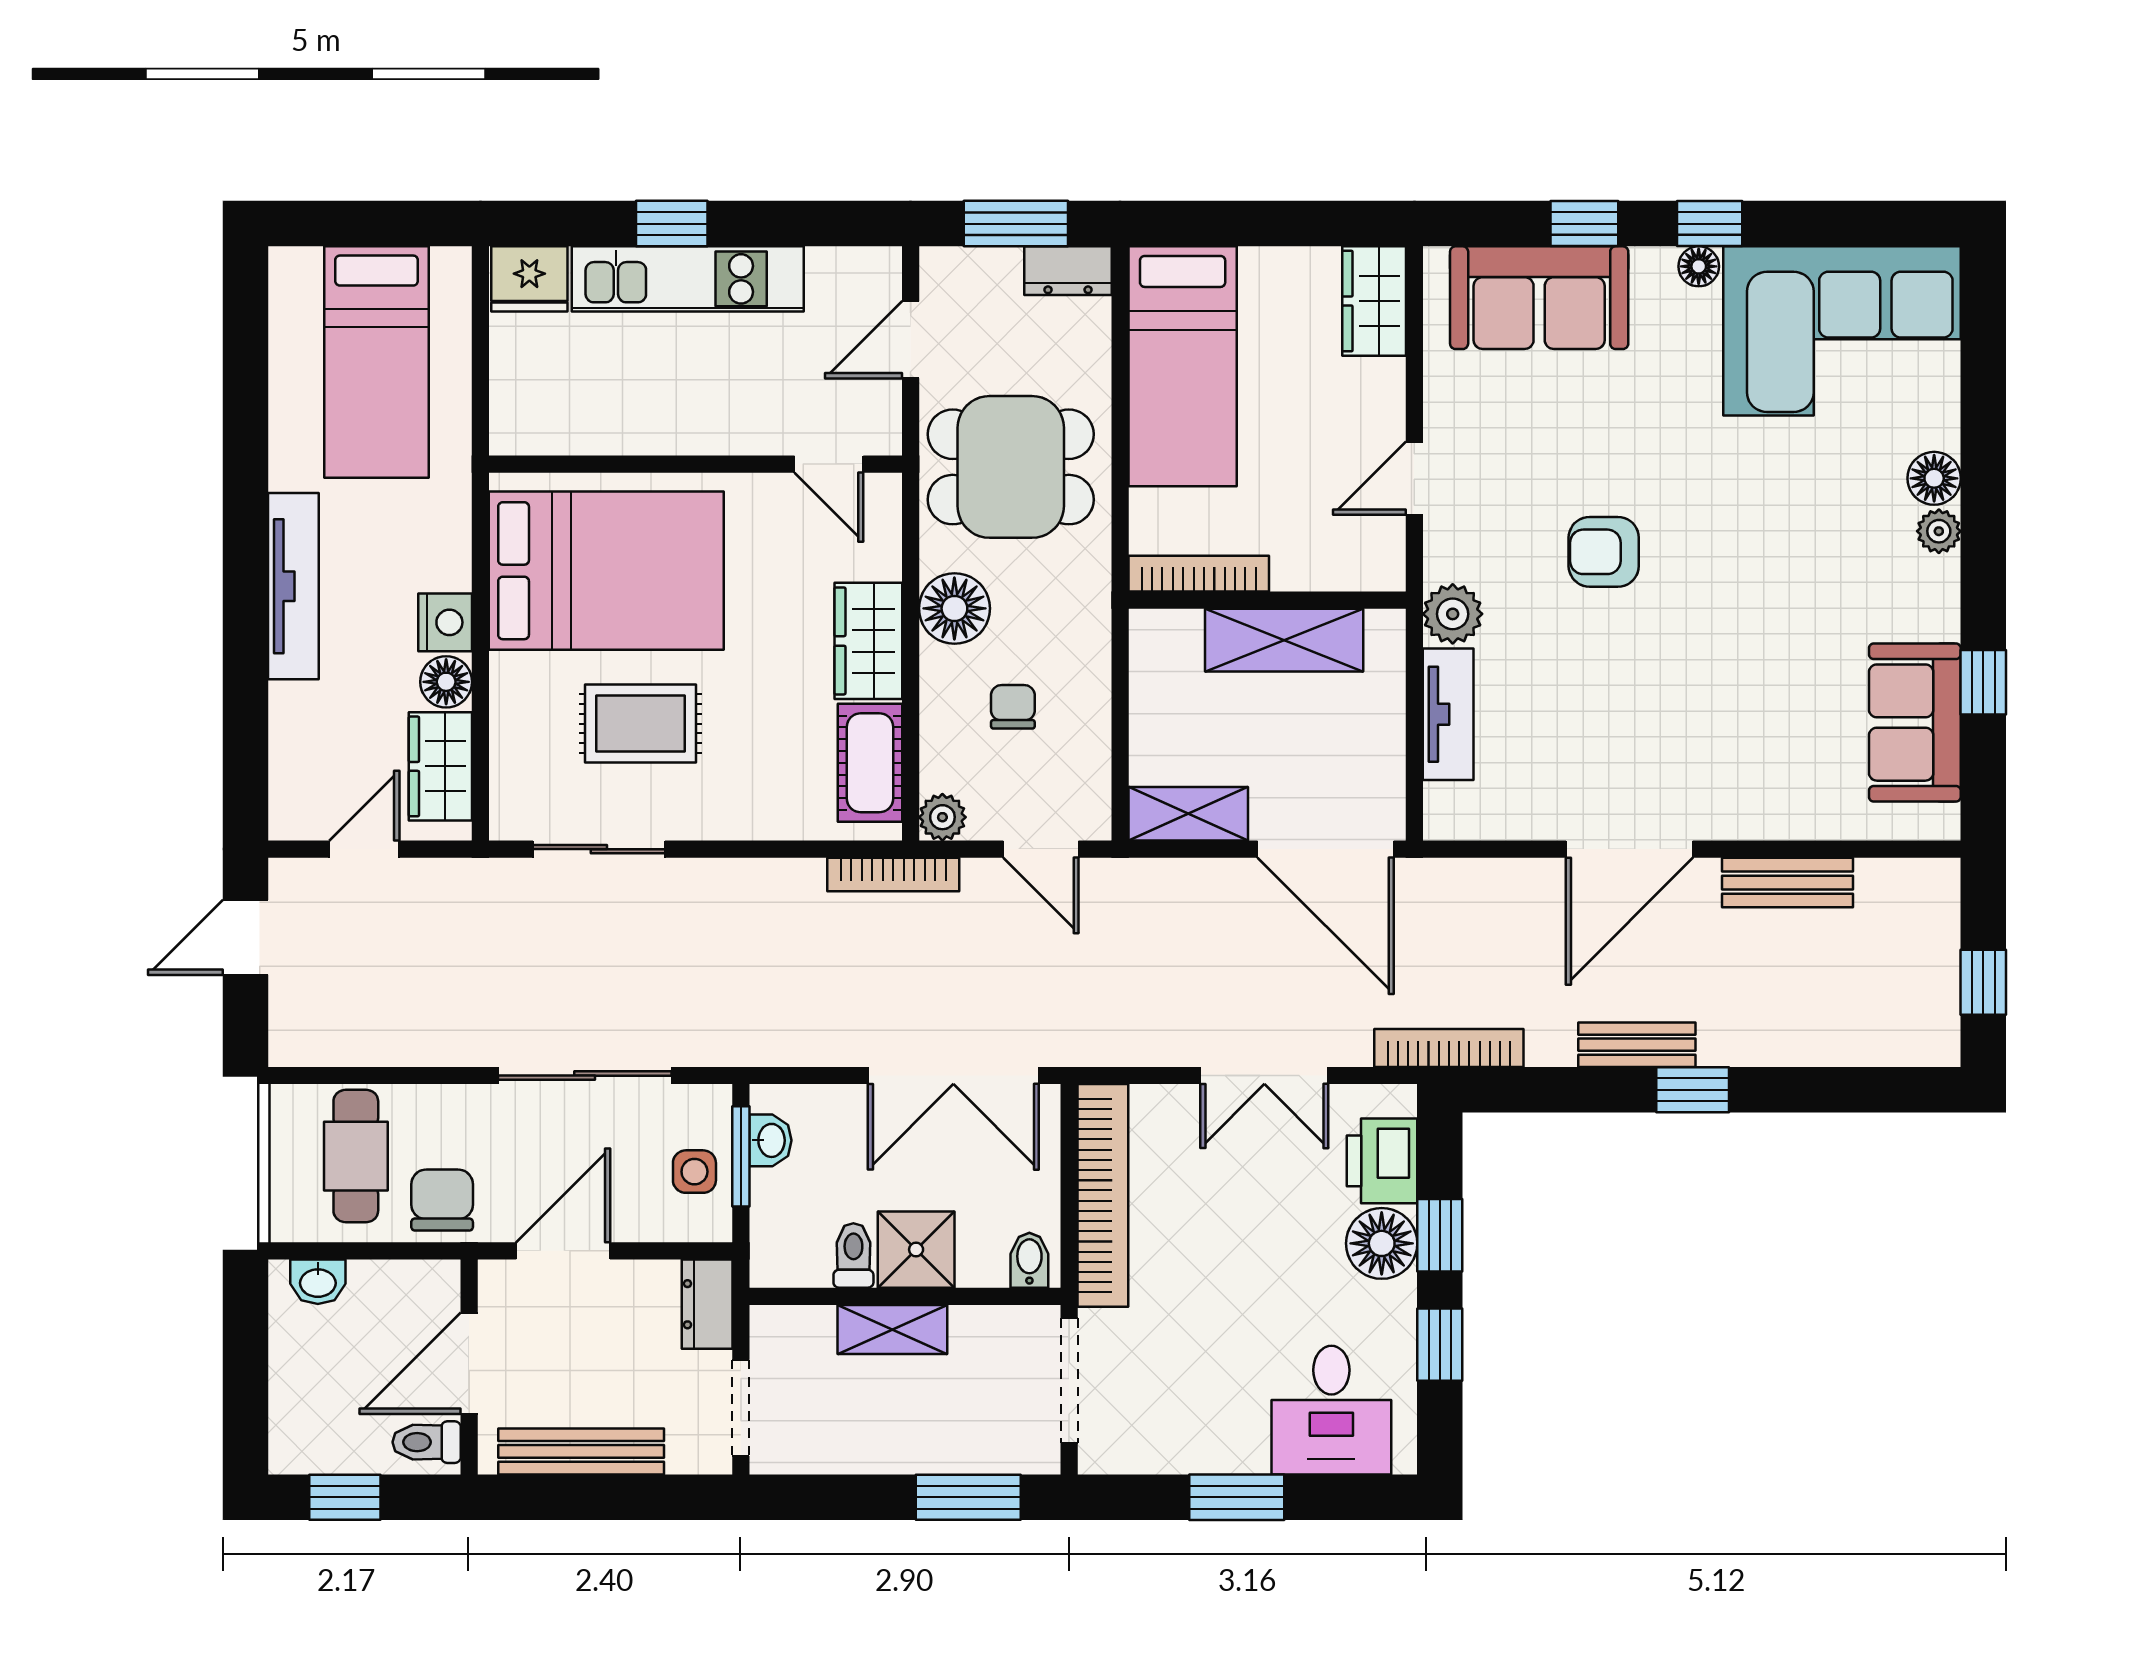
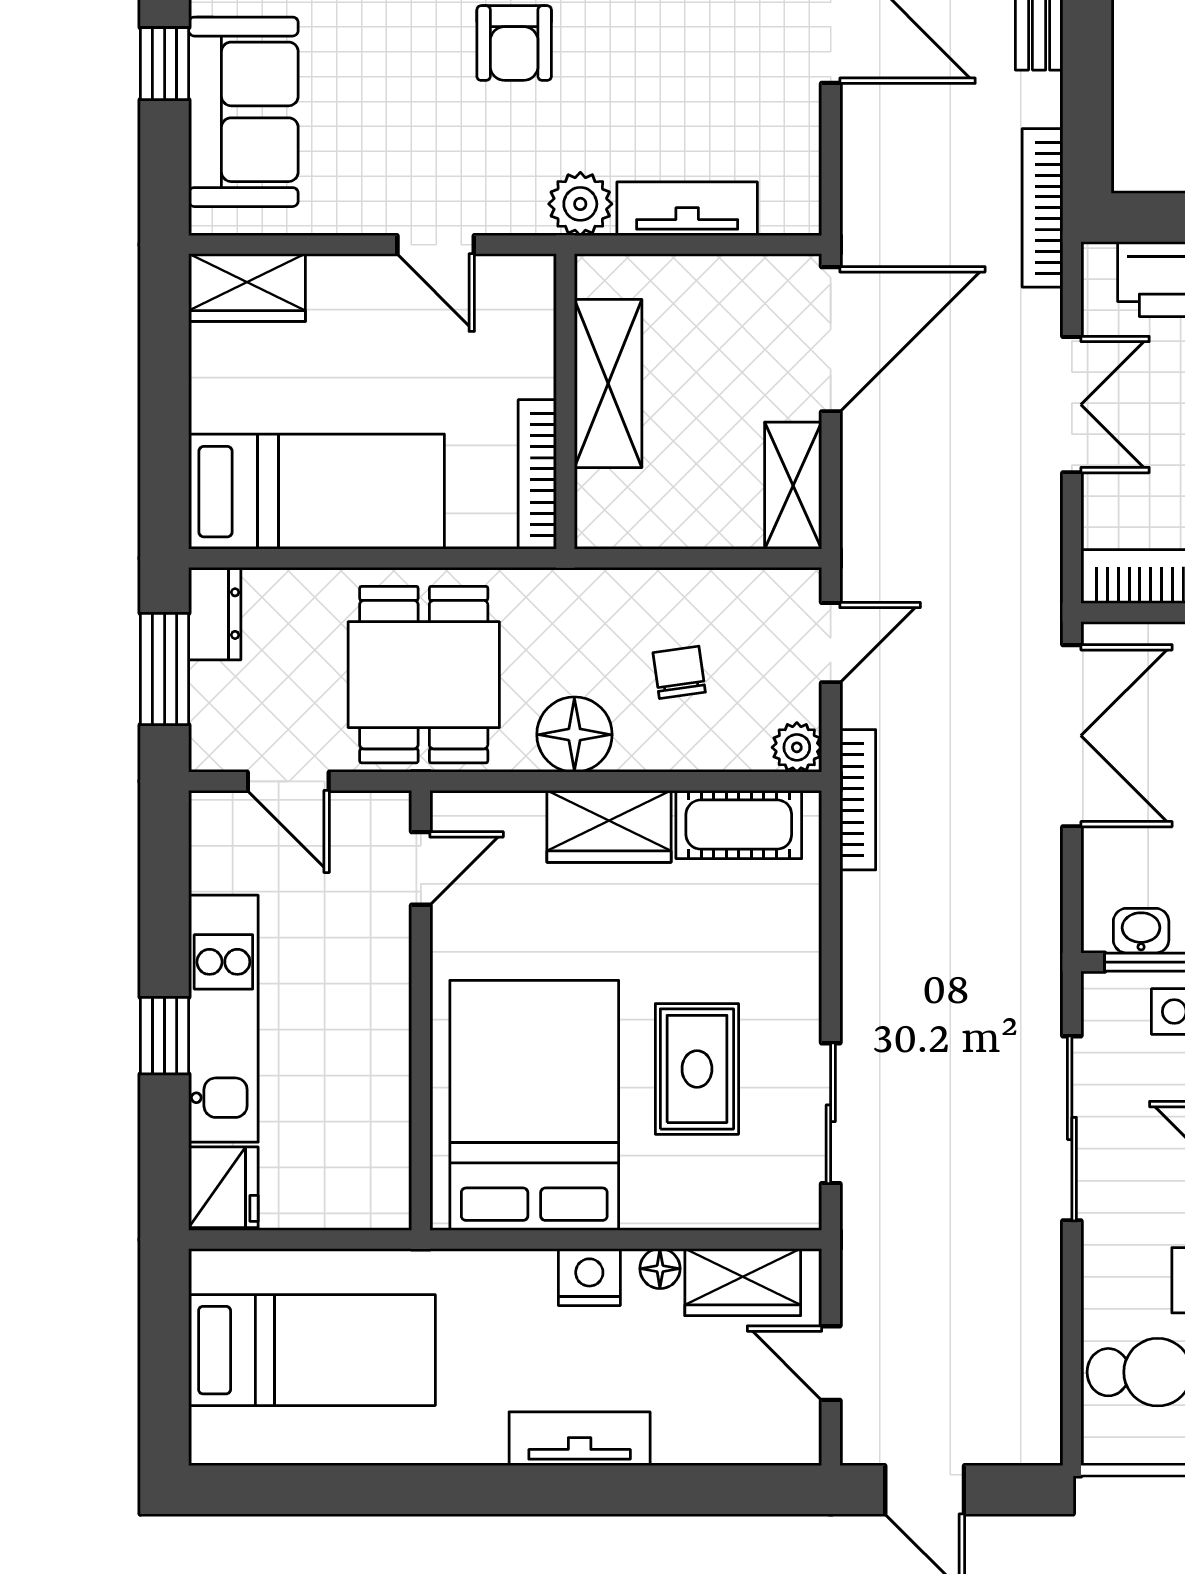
tv unit: (293, 586) -> (580, 1439), width x0.71
floor lamp: (446, 682) -> (660, 1269), width x0.73, depth x0.73
chair: (1013, 707) -> (679, 672), turned 82

